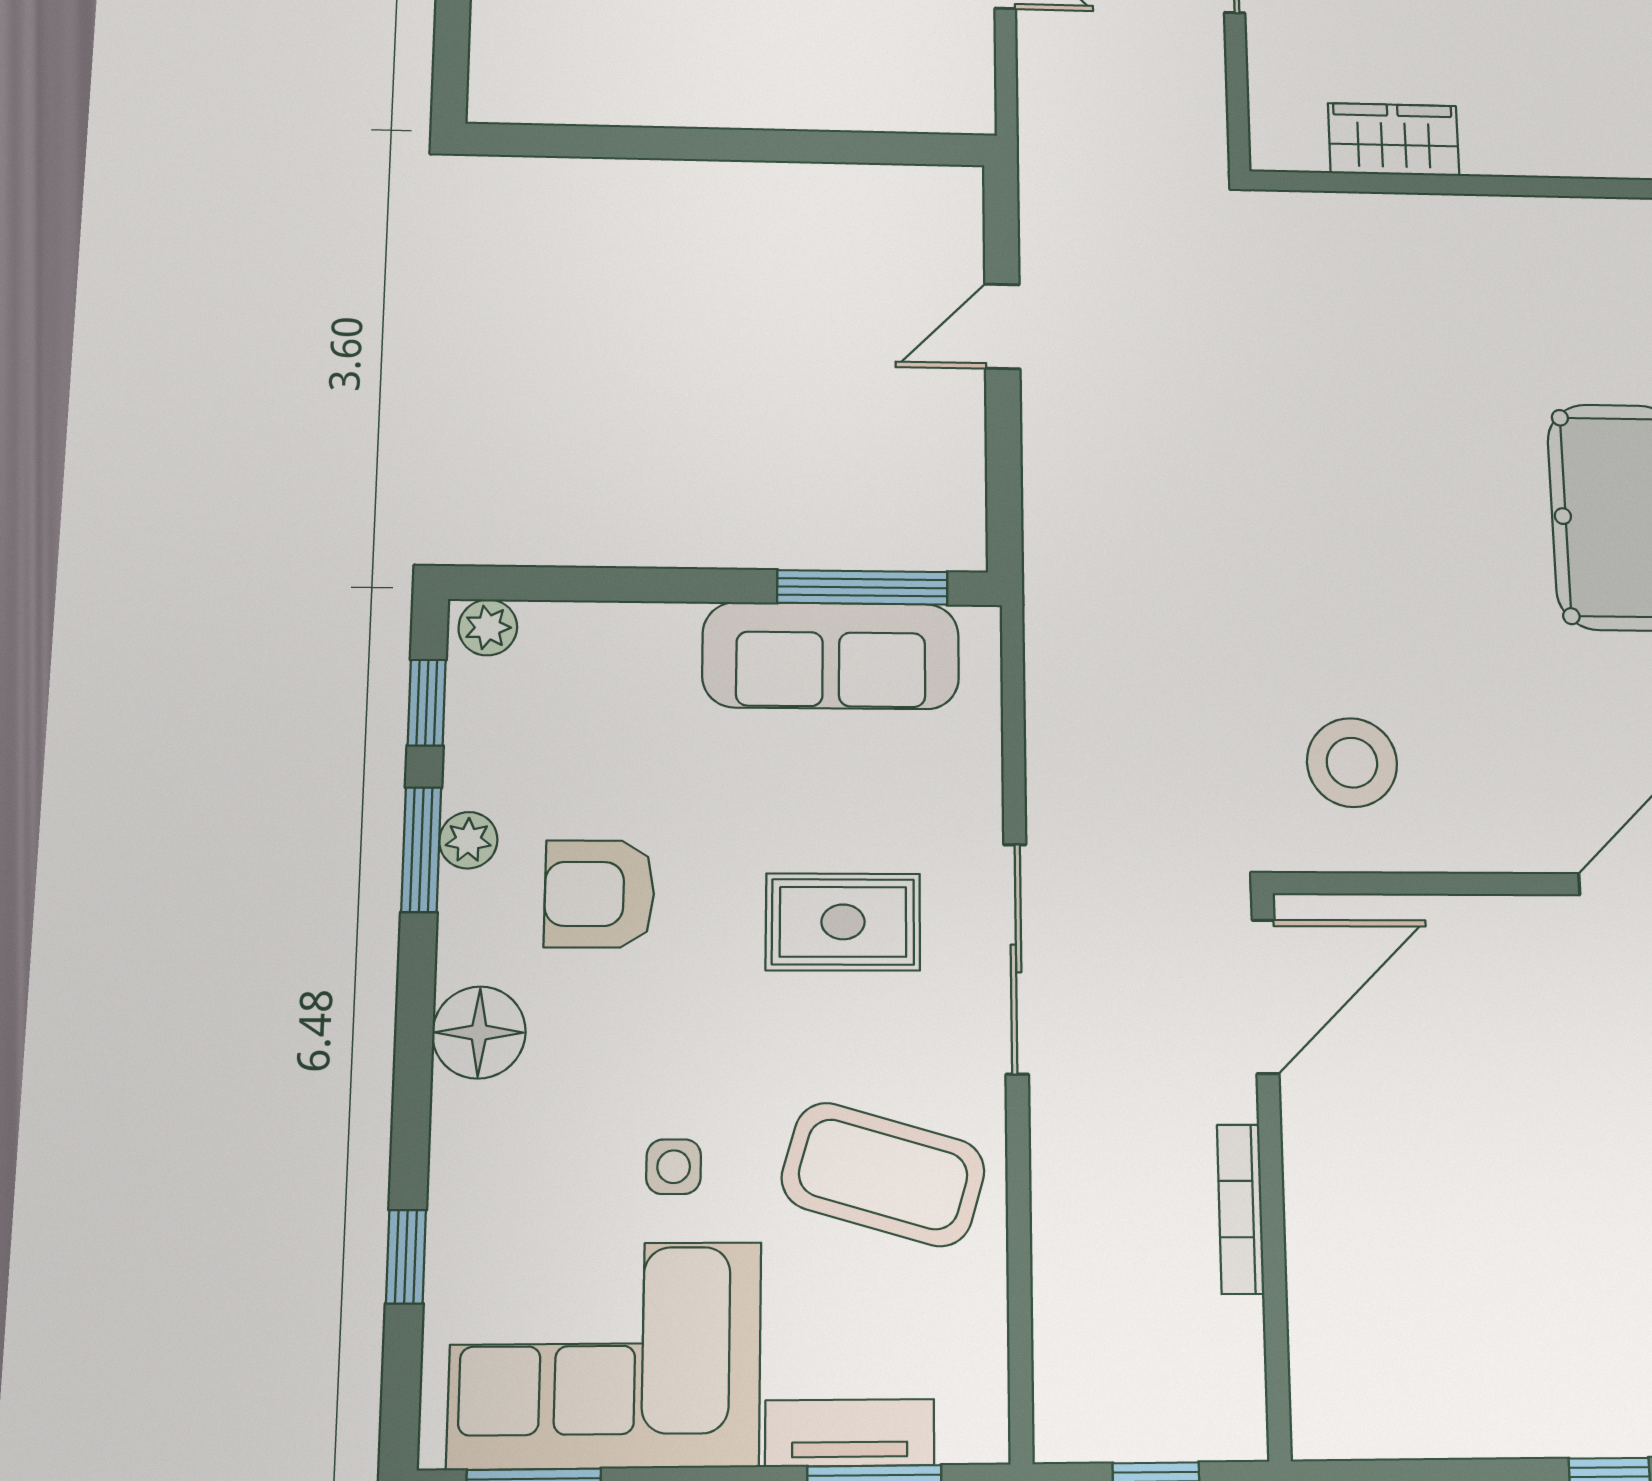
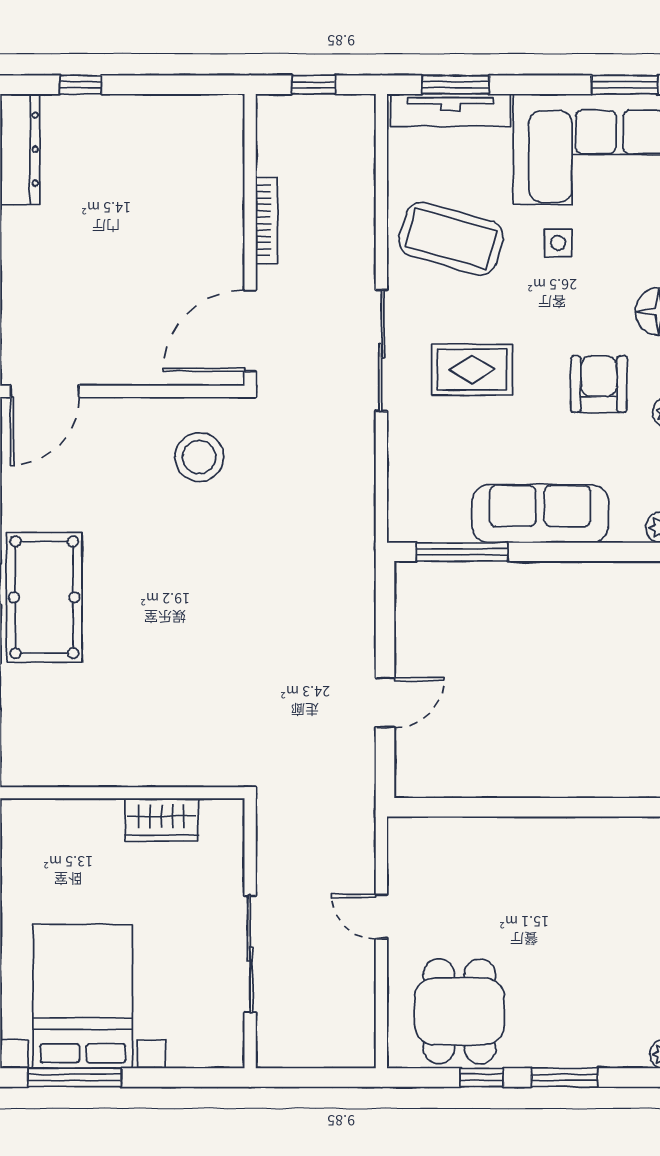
sofa: (831, 656) -> (540, 514), moved
armchair: (600, 894) -> (599, 384), turned -90
tv unit: (850, 1433) -> (451, 110), width x1.41

